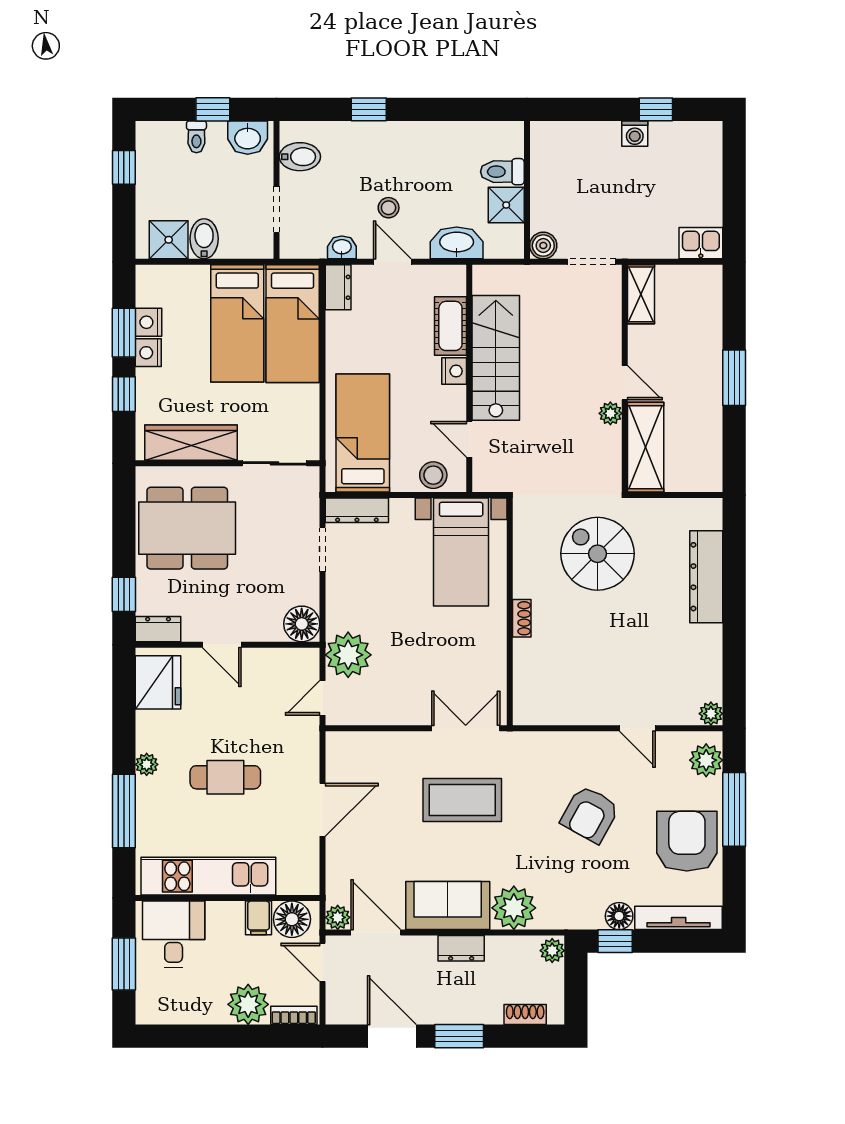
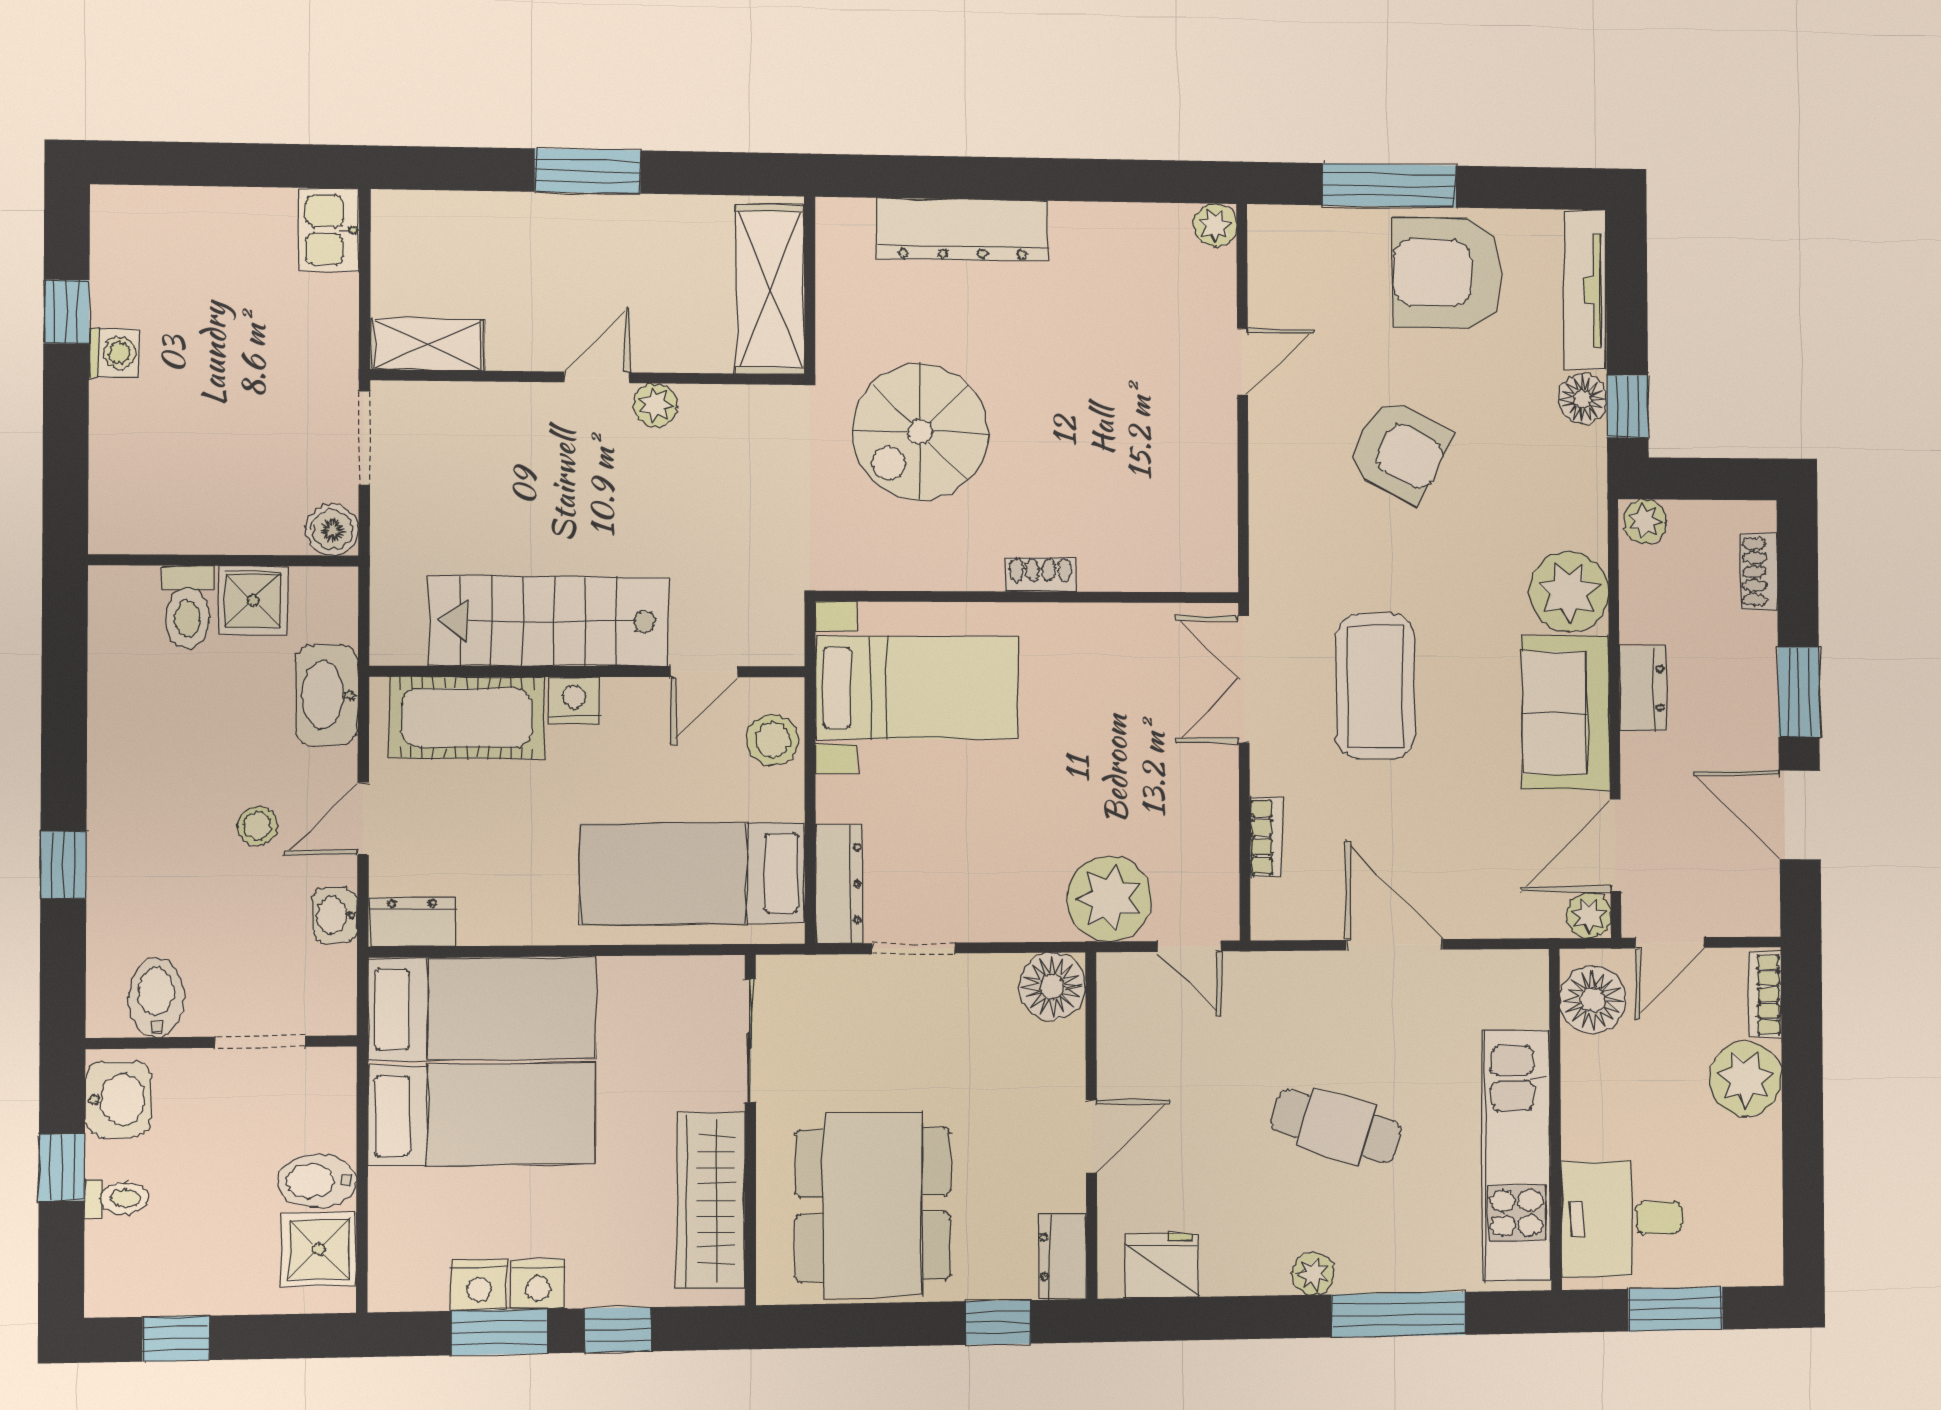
cot: (450, 326) -> (467, 718), width x1.37, depth x1.34
shelving: (646, 447) -> (770, 290), moved, turned 90
fridge: (158, 682) -> (1162, 1266), width x0.73, depth x0.75
bookcase: (381, 740) -> (1266, 837), added
plant: (706, 760) -> (1300, 235), removed
cafe table: (225, 777) -> (1336, 1126), turned -73
filing cabinet: (258, 918) -> (1591, 1062), removed
door: (392, 1036) -> (1800, 815), hinge flipped

